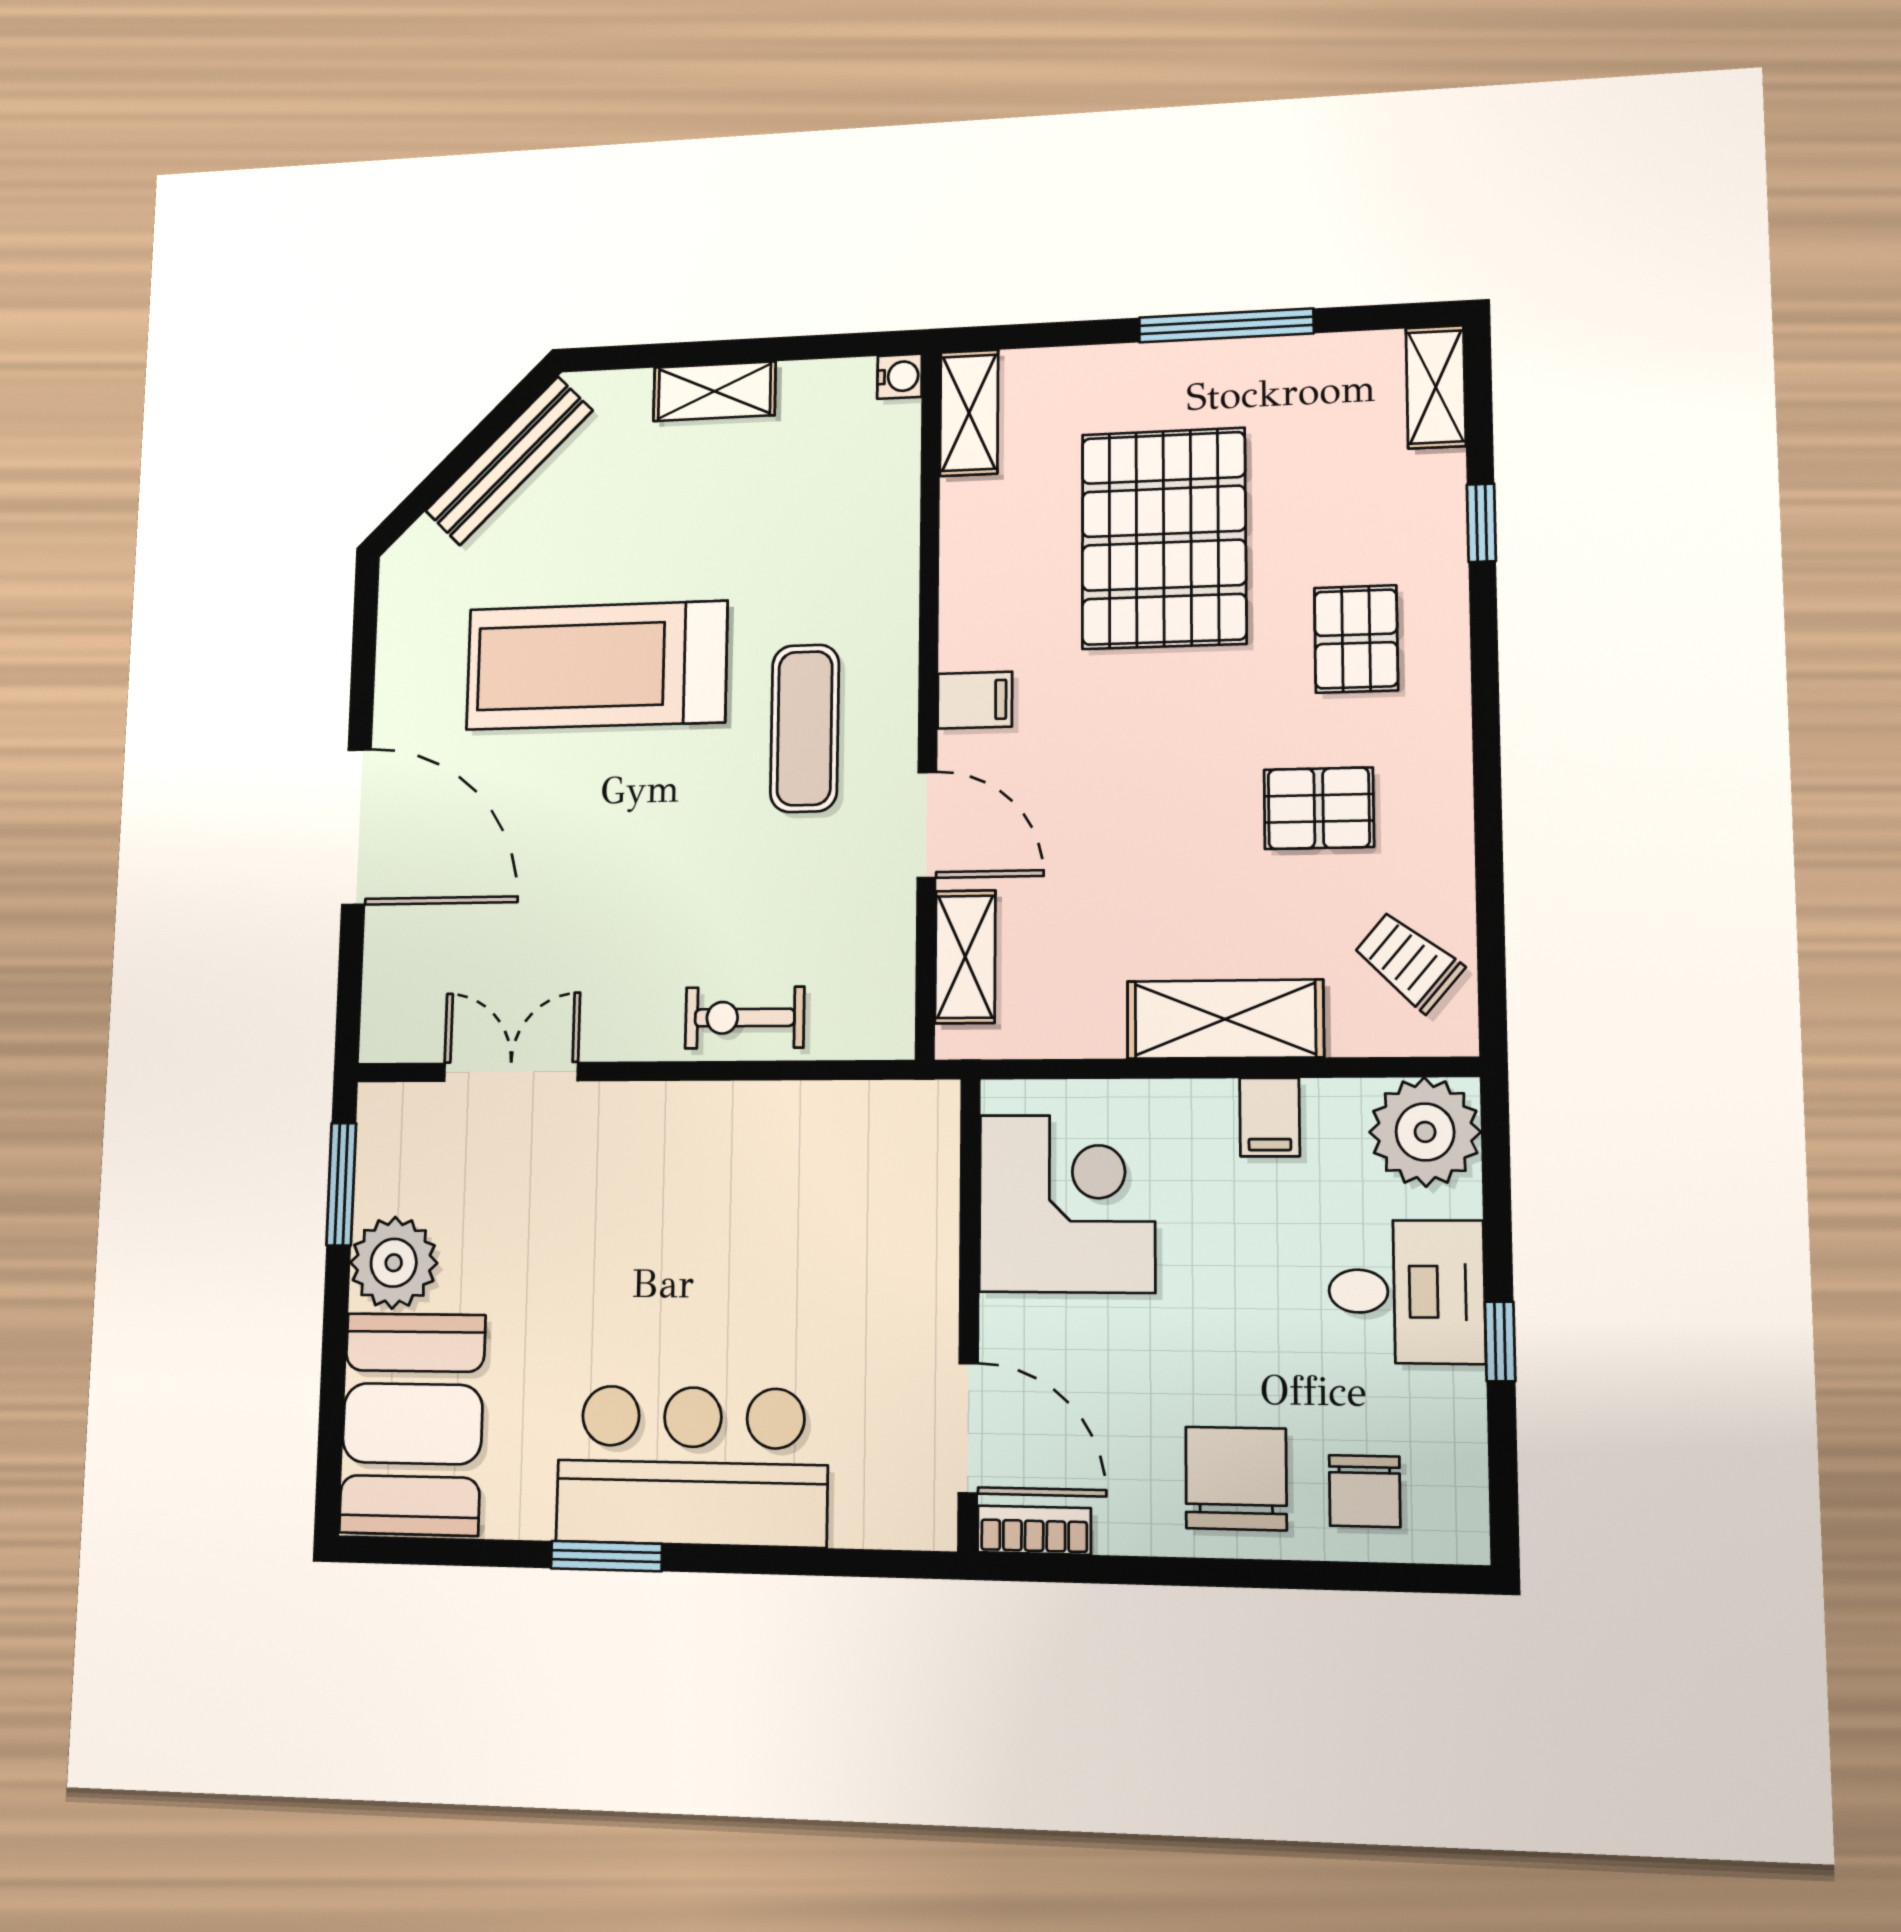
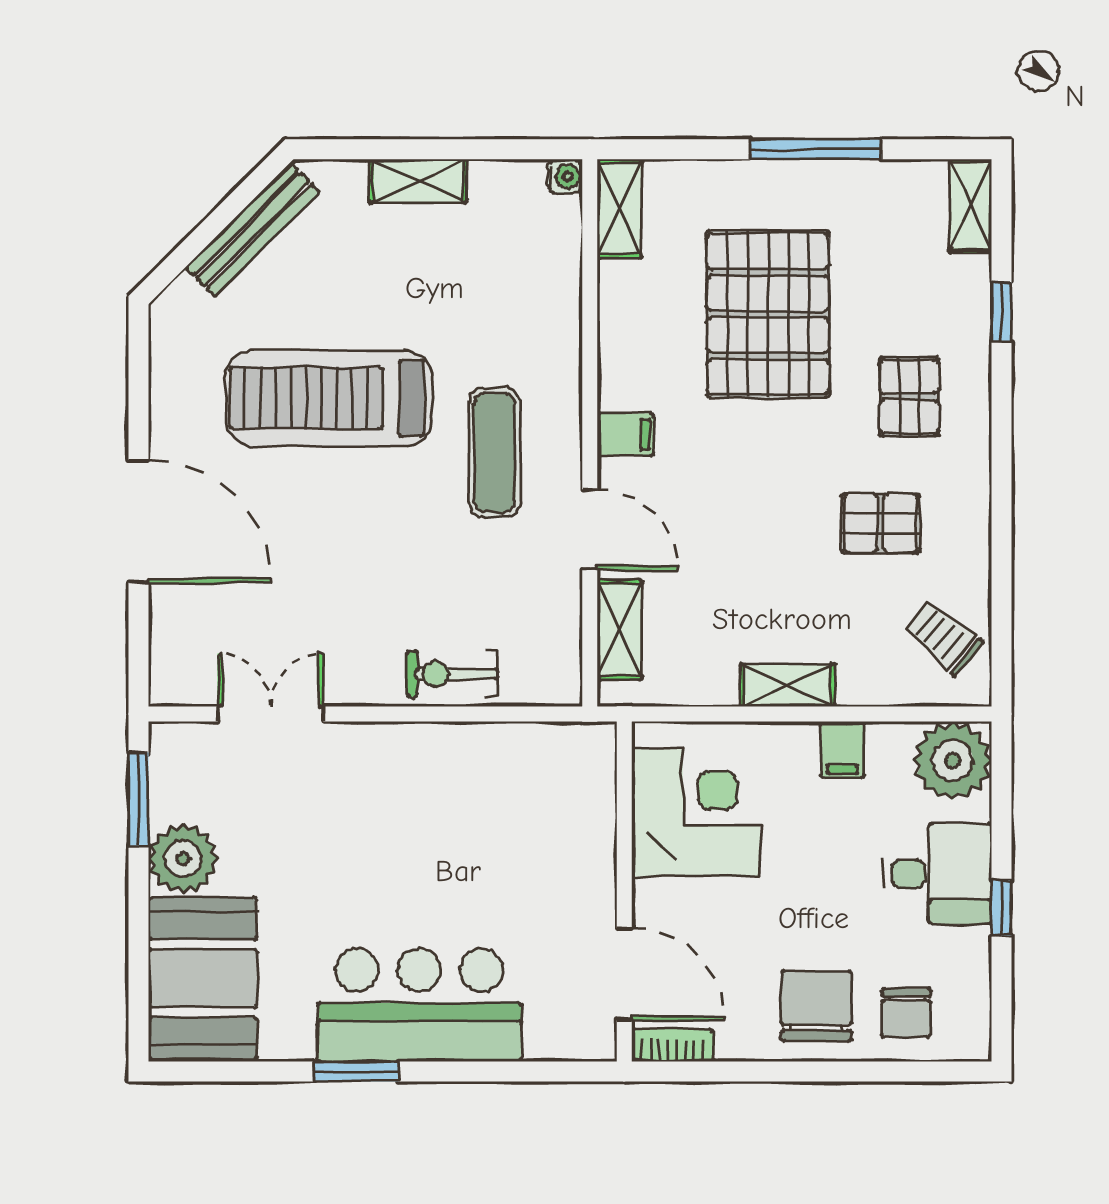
shelving: (1225, 1019) -> (787, 685), width x0.67, depth x0.75

